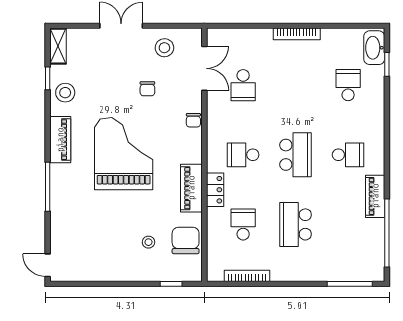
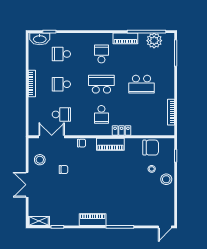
stool: (65, 93) -> (166, 179), moved
grand piano: (124, 154) -> (101, 183), removed
piano: (191, 188) -> (110, 144), moved
school desk: (243, 224) -> (61, 84), moved
chair: (186, 240) -> (151, 148), turned 180
plant: (371, 246) -> (154, 41), added

